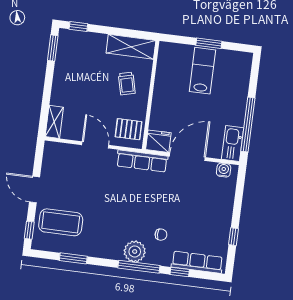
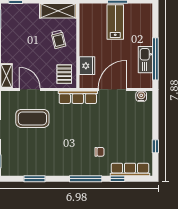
pallet: (129, 129) -> (64, 74), turned 90
fridge: (158, 141) -> (87, 66), moved, turned 90
kitchen sink: (233, 143) -> (145, 60), moved
door: (95, 145) -> (30, 90), moved
coffee table: (61, 222) -> (32, 118), moved
plant: (135, 251) -> (81, 167), removed

